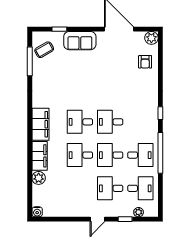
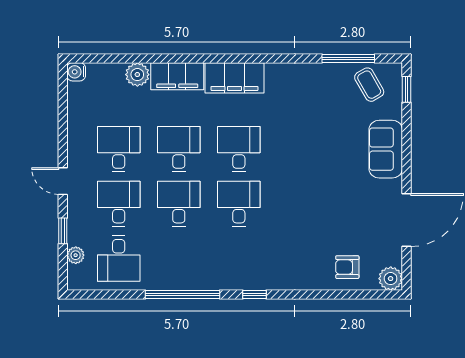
window: (59, 29) -> (407, 89), moved
desk: (140, 155) -> (119, 149), moved, turned 180

